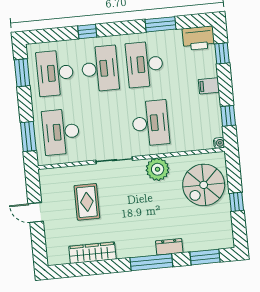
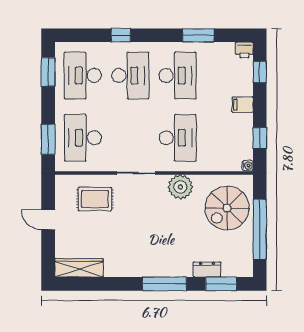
printer: (198, 38) -> (244, 50), width x0.53, depth x0.68
desk: (145, 64) -> (178, 76), turned 180
rug: (87, 202) -> (95, 199), moved, turned 90
window: (237, 202) -> (260, 229), width x3.17
dresser: (169, 247) -> (207, 269), moved
wardrobe: (92, 253) -> (79, 268), moved

